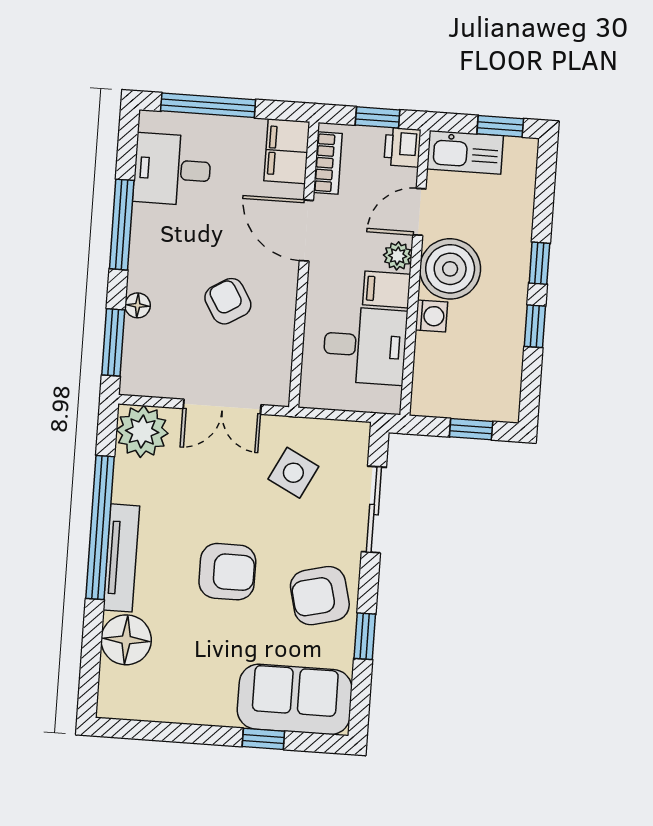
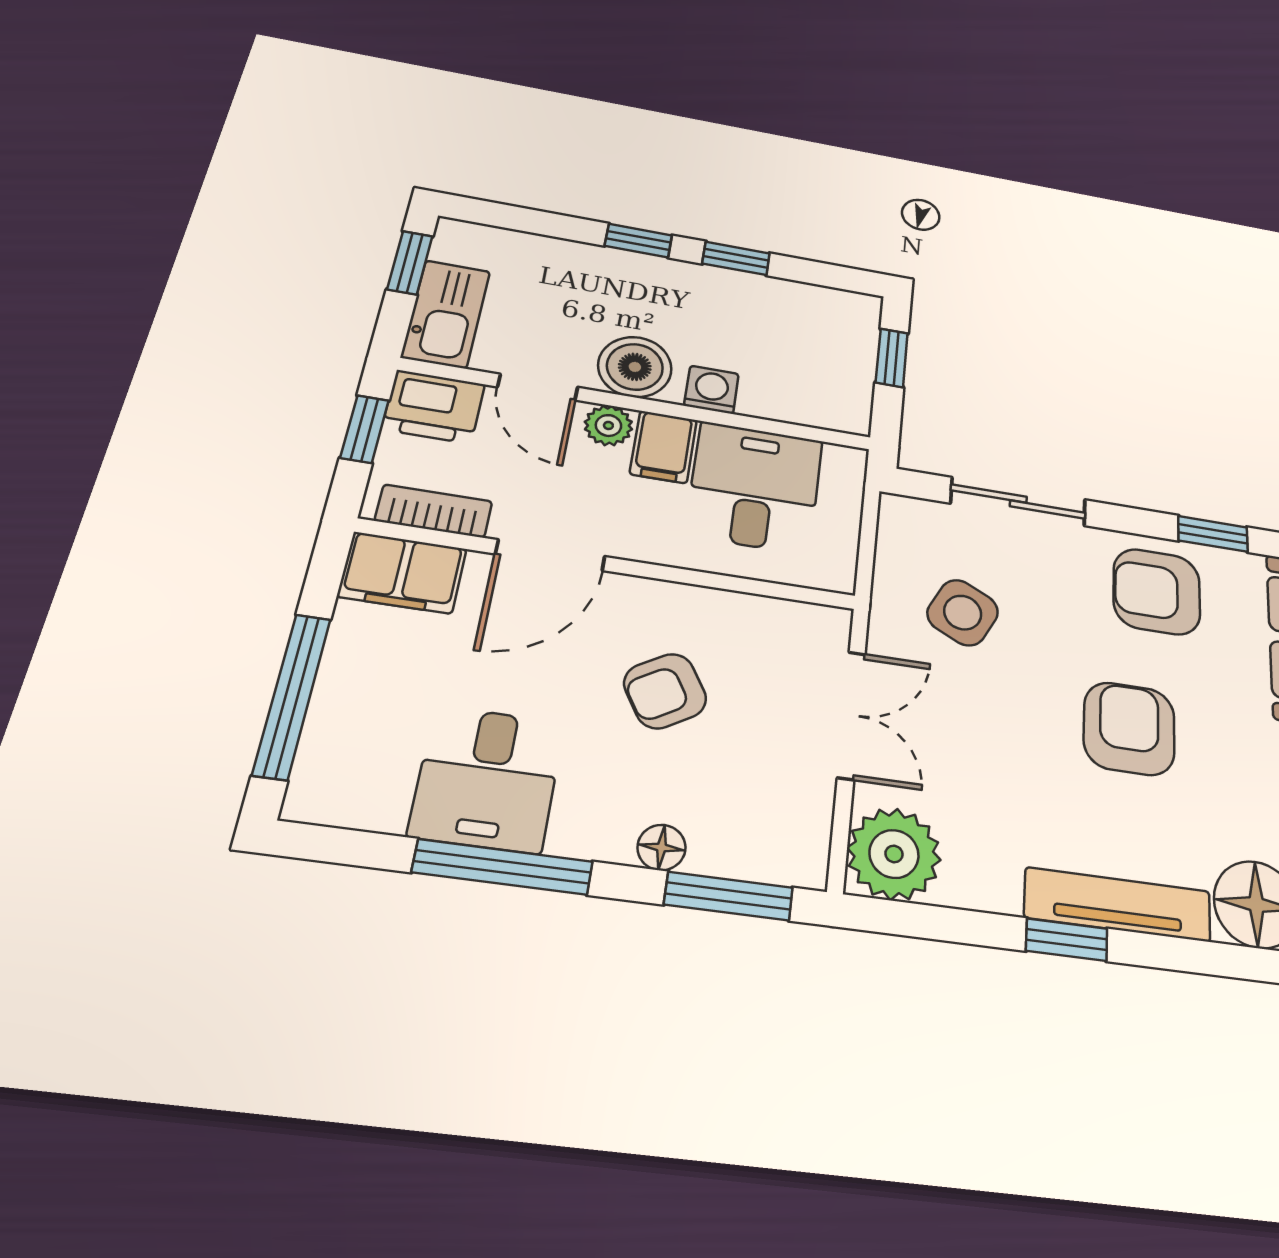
printer: (402, 147) -> (434, 407), width x1.36, depth x1.24
desk: (172, 169) -> (487, 779), moved
boiler: (450, 269) -> (635, 367), width x0.73, depth x0.73
window: (100, 527) -> (1067, 940), width x0.32
armchair: (320, 596) -> (1157, 592), turned 104

